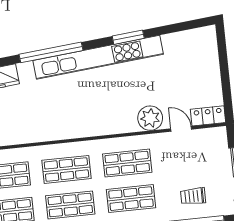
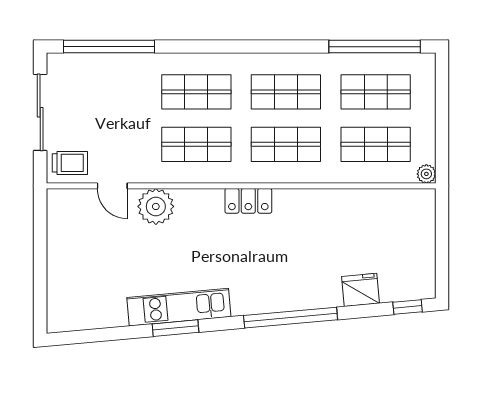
kitchen unit: (98, 57) -> (179, 307), width x0.54
locker: (208, 116) -> (248, 201), moved
trolley: (193, 196) -> (70, 163), moved

